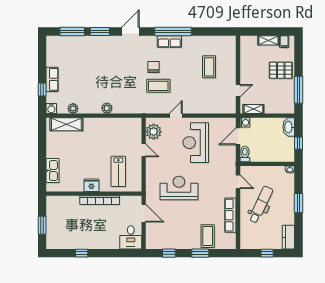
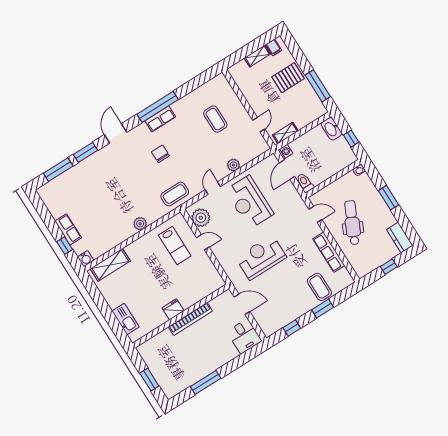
coffee table: (158, 86) -> (175, 194), moved
plant: (73, 108) -> (233, 165), moved
lab bench: (118, 171) -> (175, 246), moved
window: (82, 253) -> (206, 382), width x2.17

